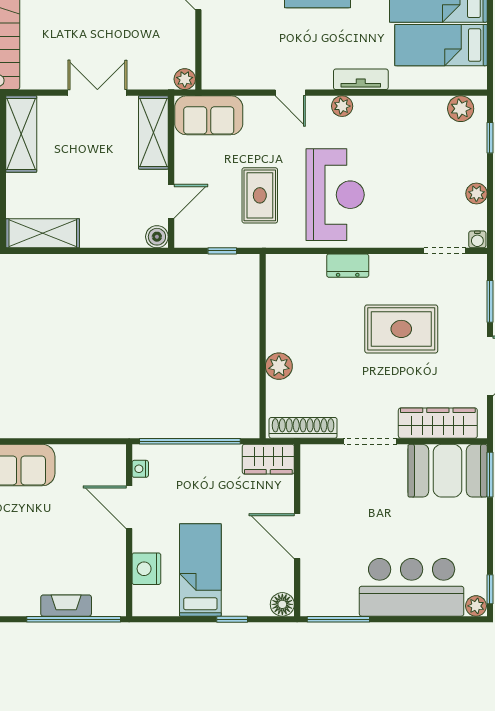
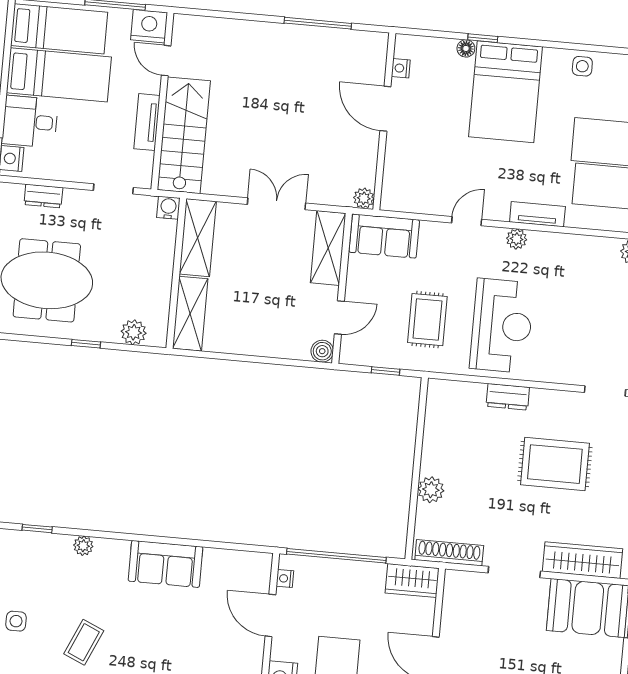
door: (290, 93) -> (467, 221), swing flipped
shelving: (43, 233) -> (190, 314), moved, turned 90

